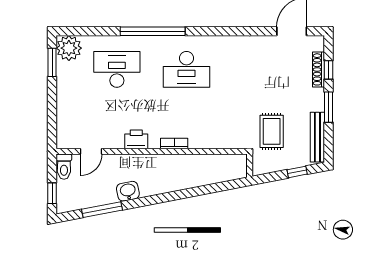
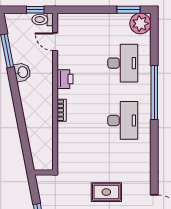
desk: (186, 69) -> (123, 120), turned 180
rug: (272, 131) -> (106, 192), moved
window: (52, 193) -> (35, 10), moved

